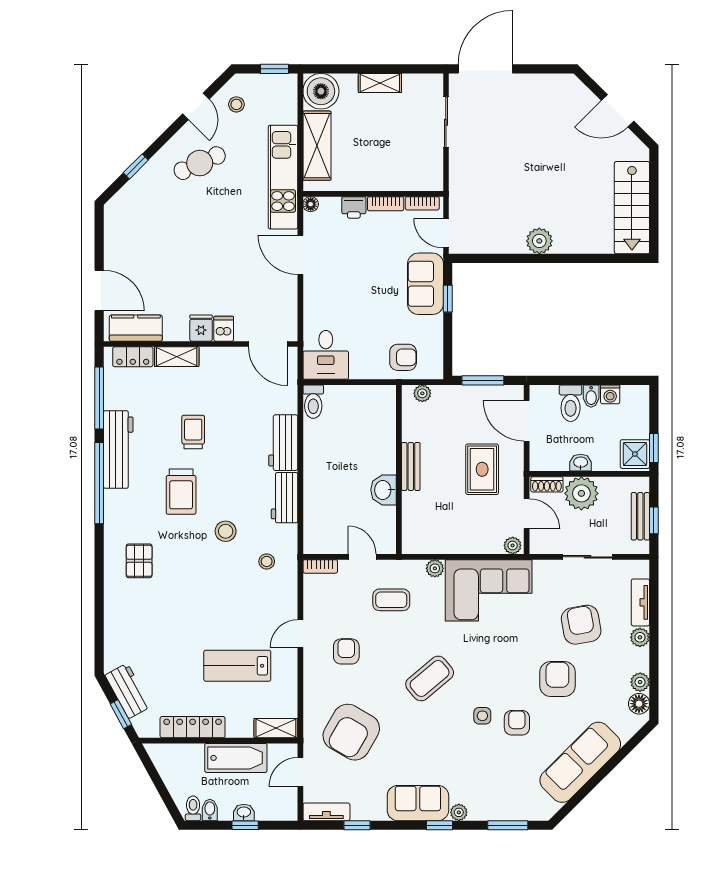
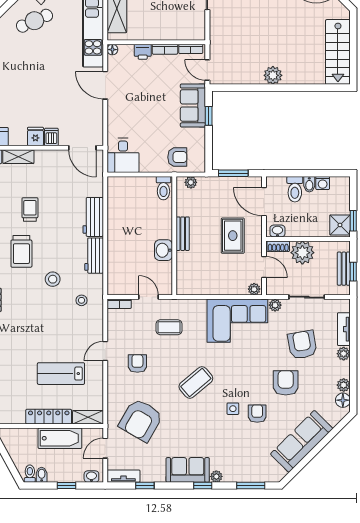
toilet: (313, 402) -> (163, 188), moved
washbasin: (581, 463) -> (277, 231), moved
plant: (435, 568) -> (275, 305), moved
locker: (193, 727) -> (49, 417), moved
washbasin: (244, 812) -> (91, 477), moved

